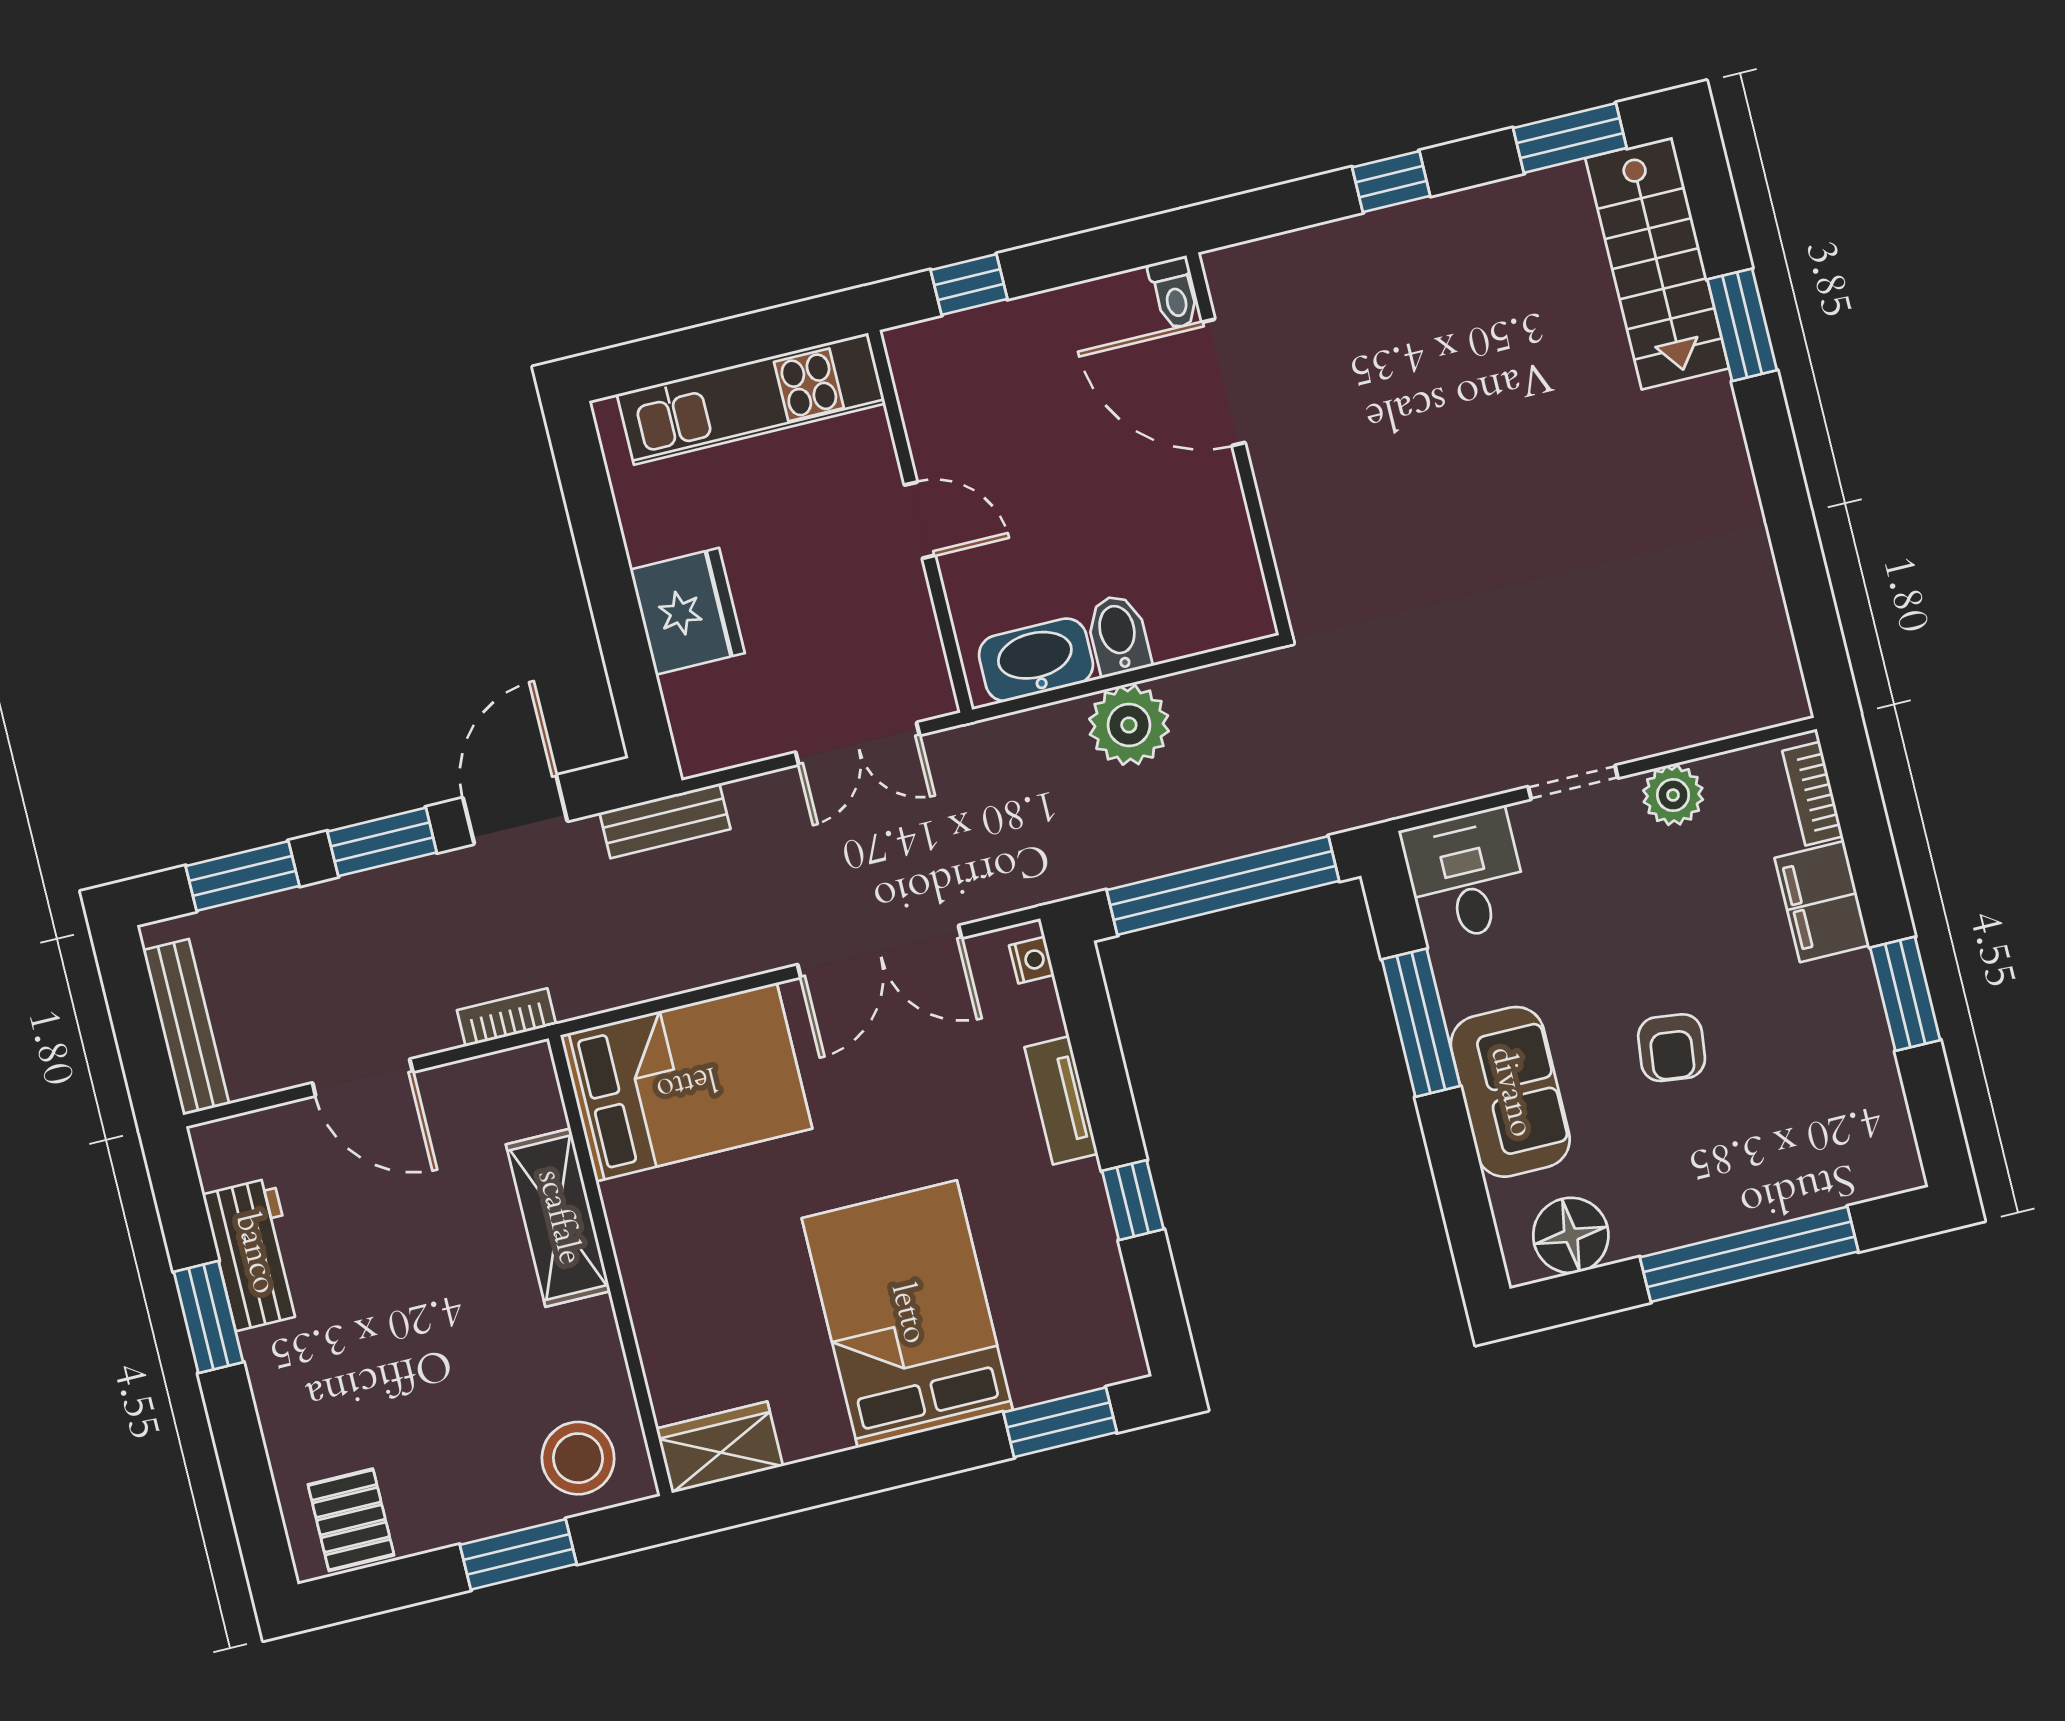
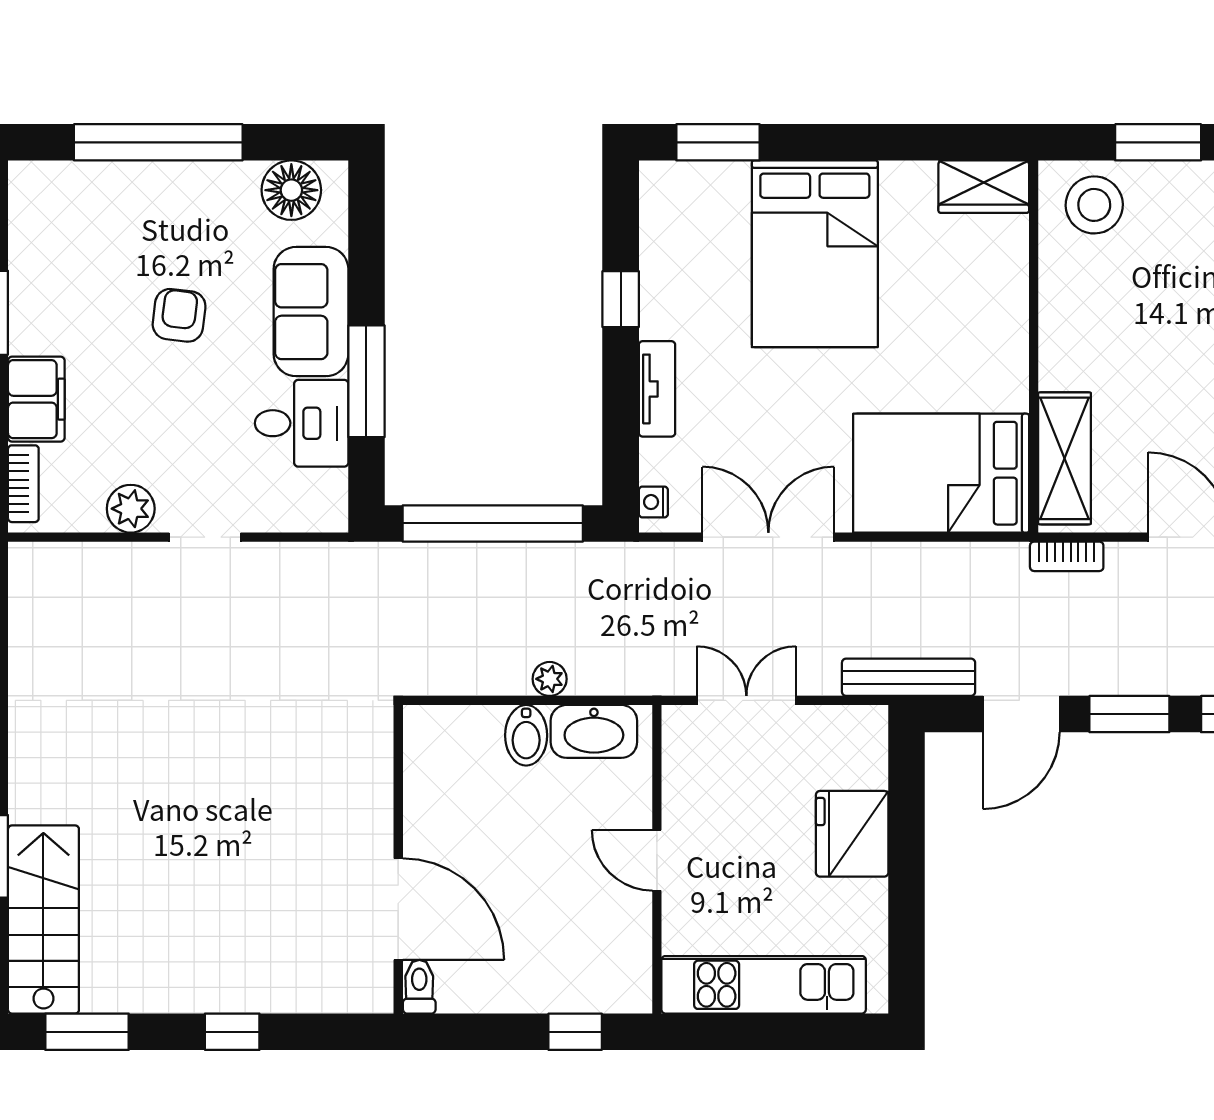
plant: (1129, 725) -> (550, 679), width x0.53, depth x0.53
bench: (665, 821) -> (909, 677), width x1.36
desk: (1465, 876) -> (302, 423), moved, turned -90
shelving: (558, 1218) -> (1065, 458), moved

